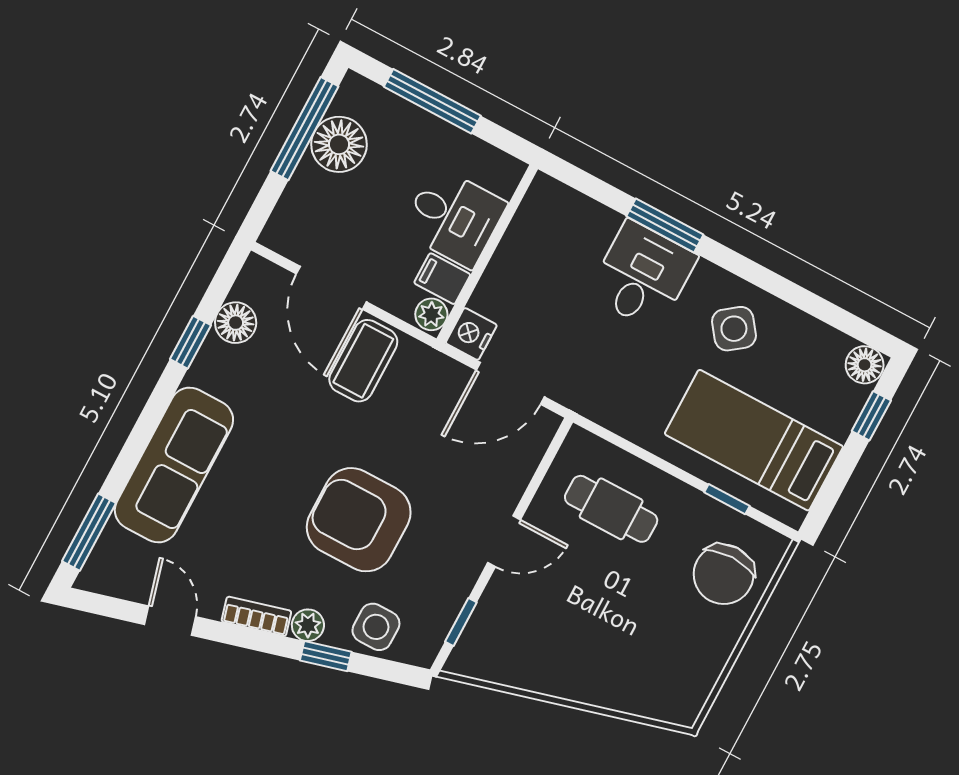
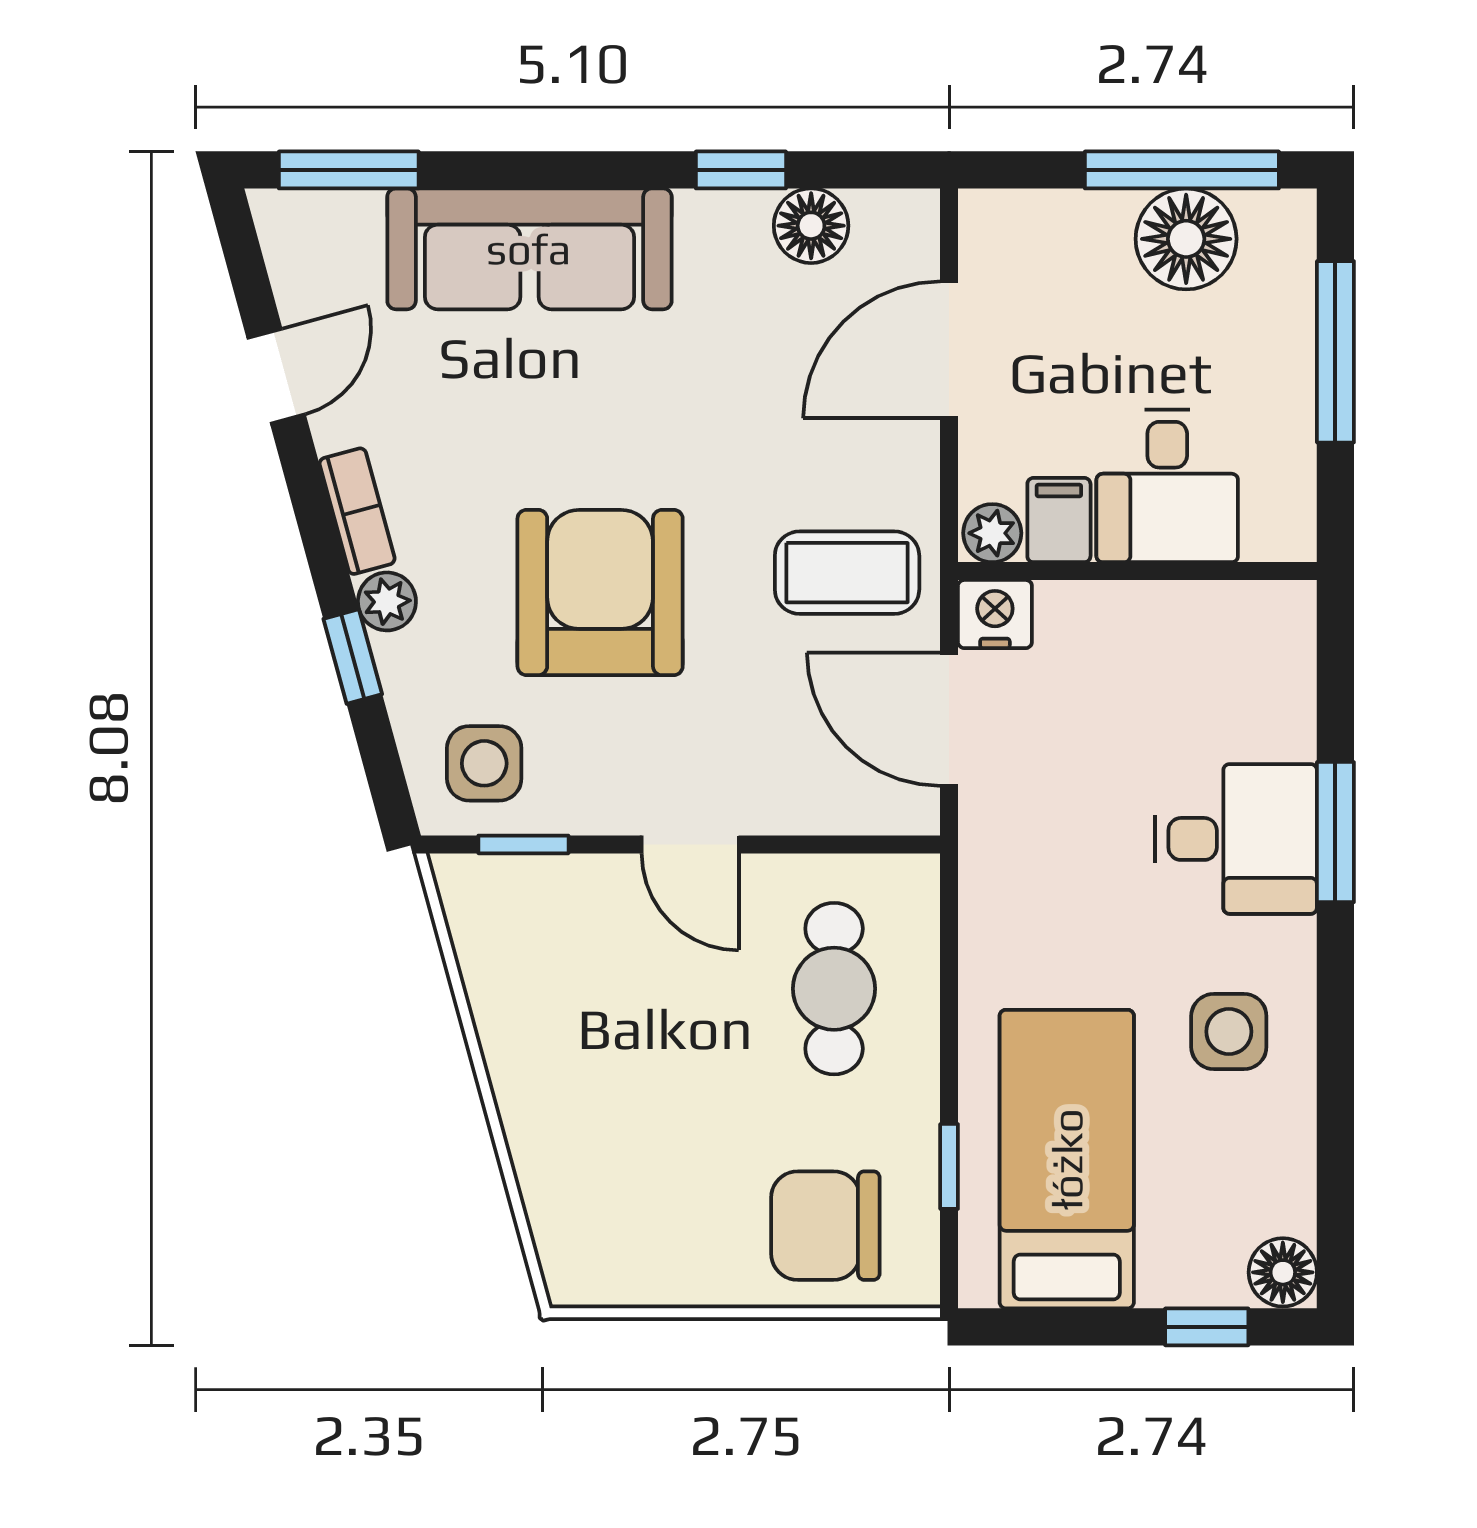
side table: (734, 329) -> (1229, 1032), turned 37
coffee table: (363, 361) -> (847, 573), moved
side table: (376, 627) -> (484, 763), moved

